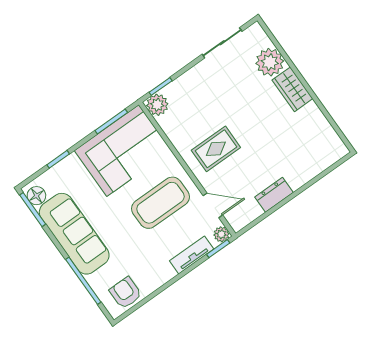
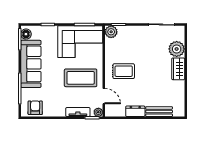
bench: (309, 171) -> (159, 112), added

